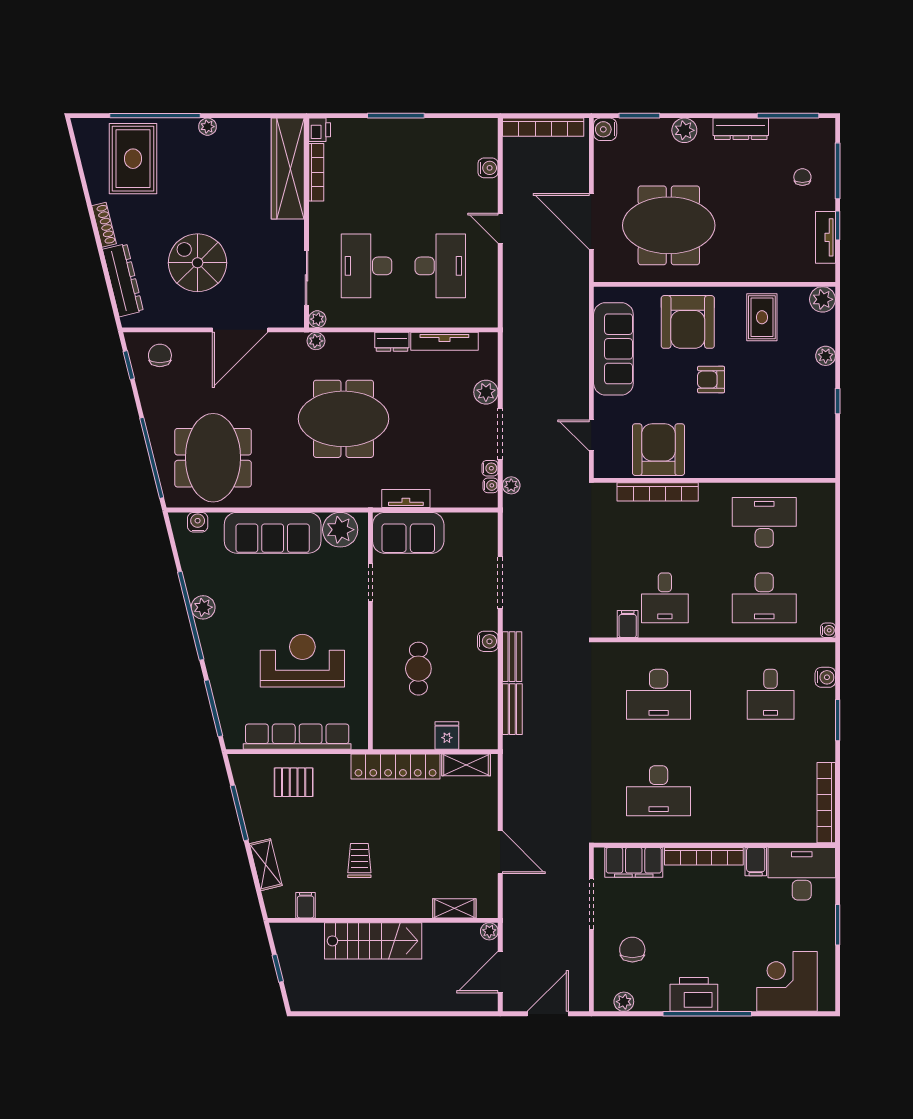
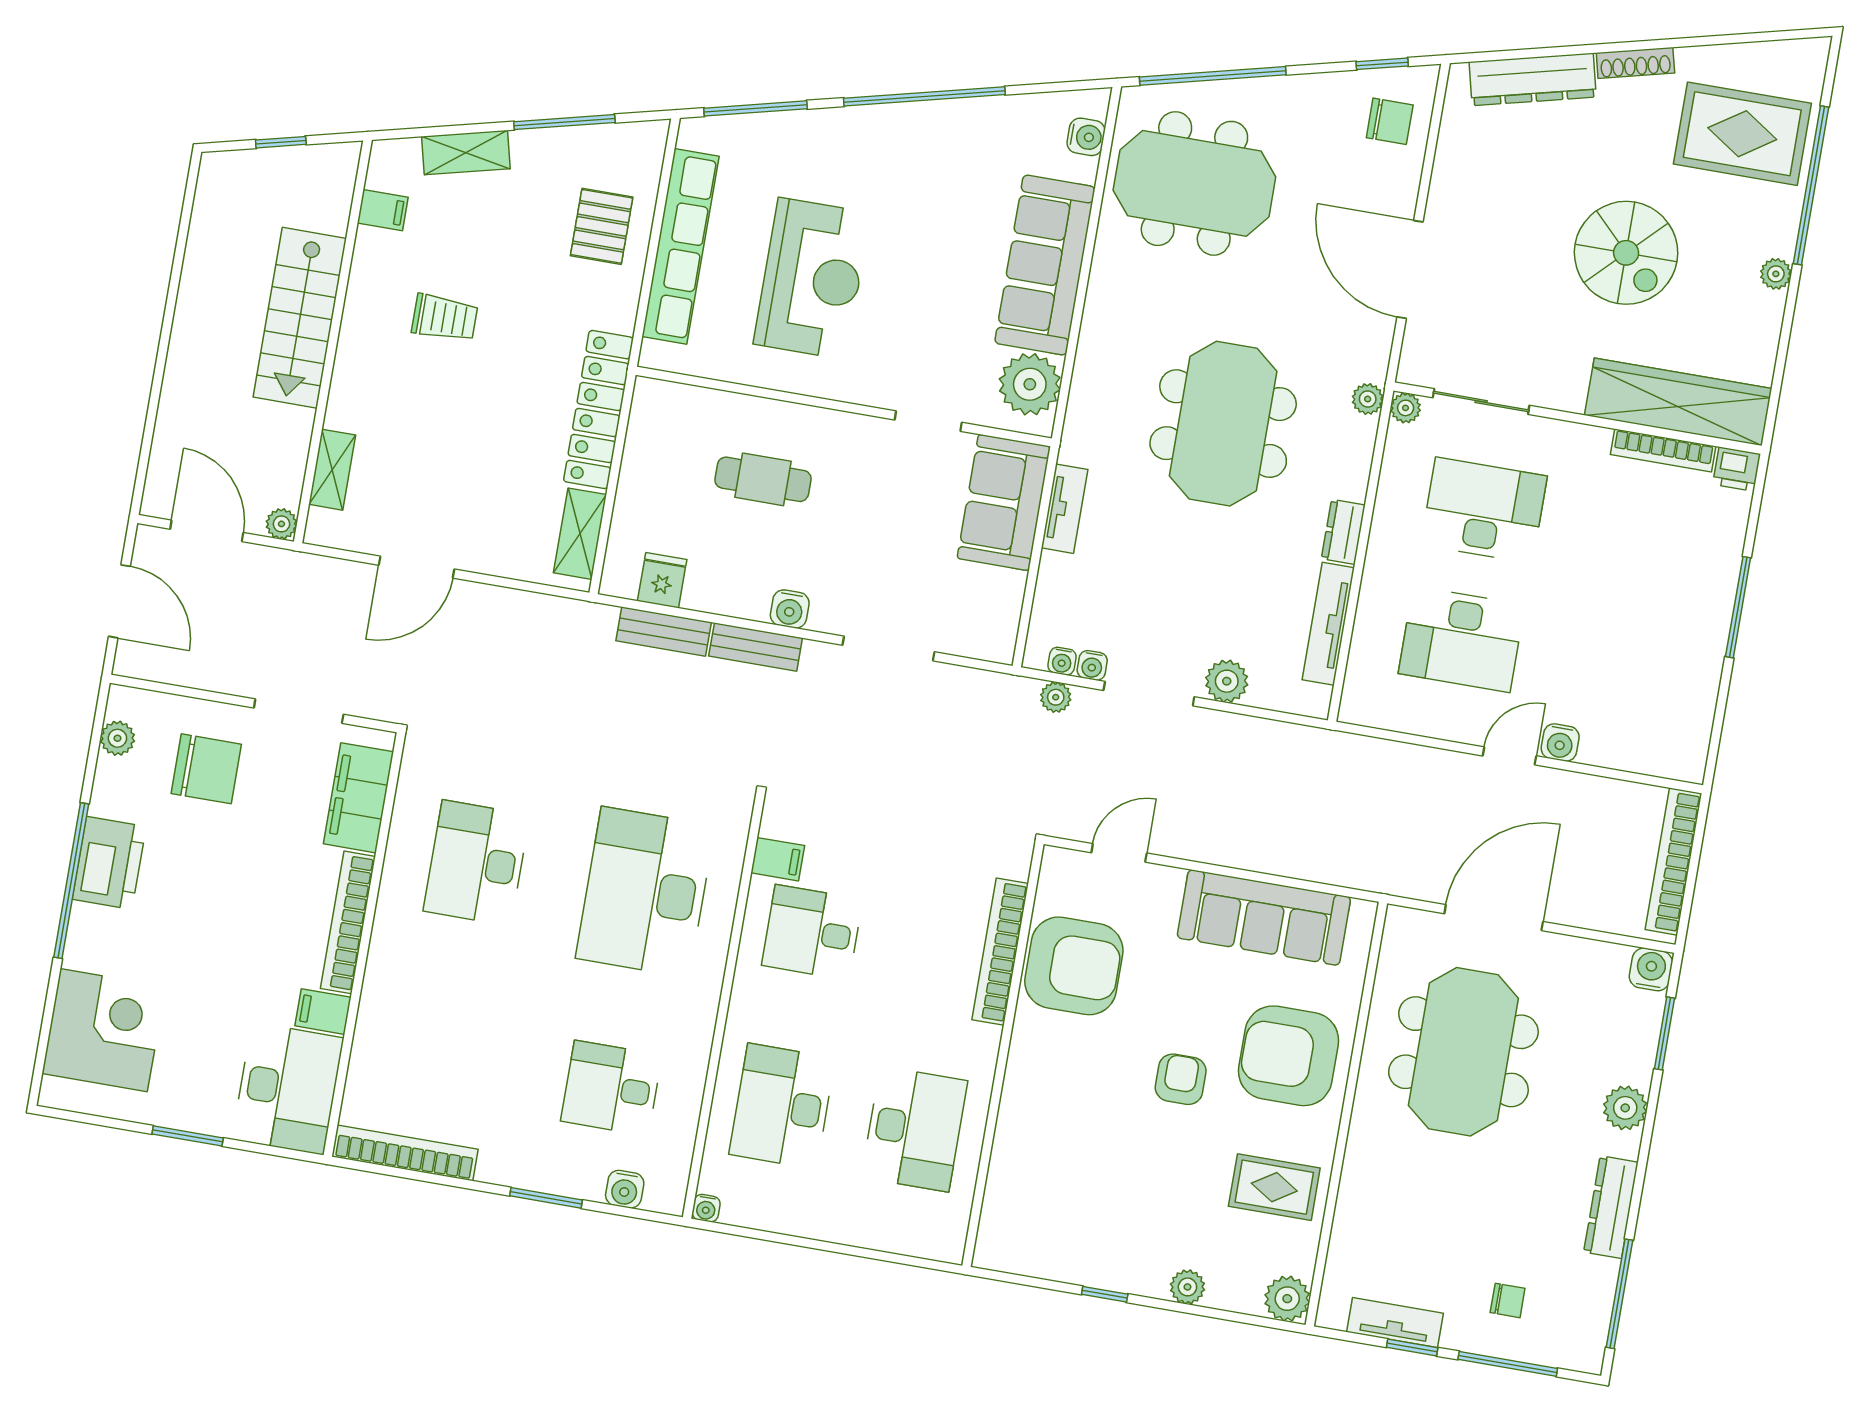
water cooler: (488, 168) -> (1560, 743), moved
spiral stairs: (198, 263) -> (1626, 253), moved, turned 90
plant: (203, 607) -> (935, 121), removed
desk: (659, 694) -> (645, 892), width x1.36, depth x1.30
fridge: (447, 735) -> (662, 580), moved, turned -90
chair: (632, 950) -> (206, 769), width x1.37, depth x1.37

